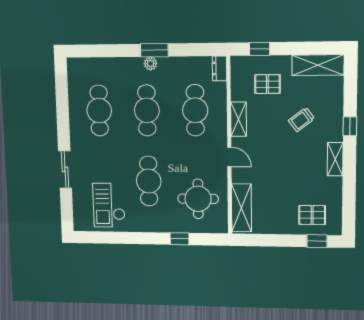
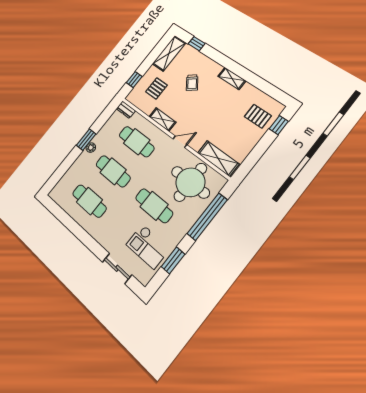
window: (350, 126) -> (197, 44), moved
sliding door: (65, 169) -> (117, 268), moved
round table: (198, 199) -> (190, 182), width x1.36, depth x1.36
pallet: (312, 215) -> (258, 116), turned 90
window: (117, 238) -> (173, 260), added
window: (180, 239) -> (207, 217), width x3.17

